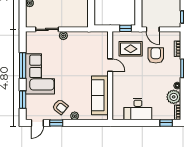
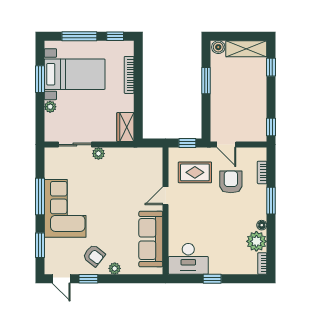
wardrobe: (82, 17) -> (125, 127), added
door: (110, 65) -> (166, 196), swing flipped
desk: (138, 109) -> (188, 259), moved
door: (37, 123) -> (61, 279), hinge flipped
window: (166, 123) -> (212, 279), moved

